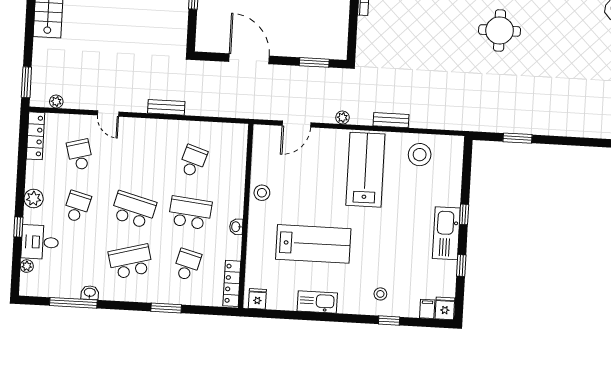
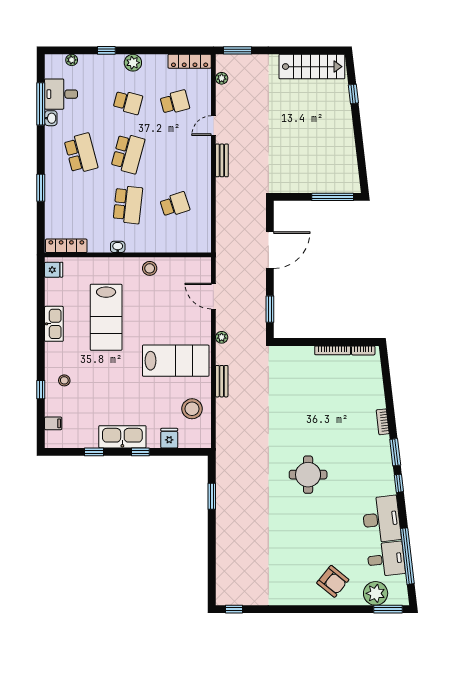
bench: (166, 107) -> (222, 160), moved
school desk: (193, 161) -> (175, 205), turned -36
desk: (40, 242) -> (61, 94), moved, turned -90
school desk: (187, 265) -> (81, 205), removed
fridge: (445, 308) -> (169, 438), moved, turned -90

